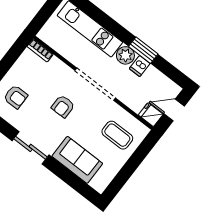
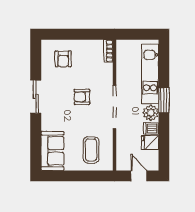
window: (143, 50) -> (164, 100), moved
fridge: (151, 115) -> (150, 142), moved, turned -90
sofa: (77, 160) -> (52, 151), moved

